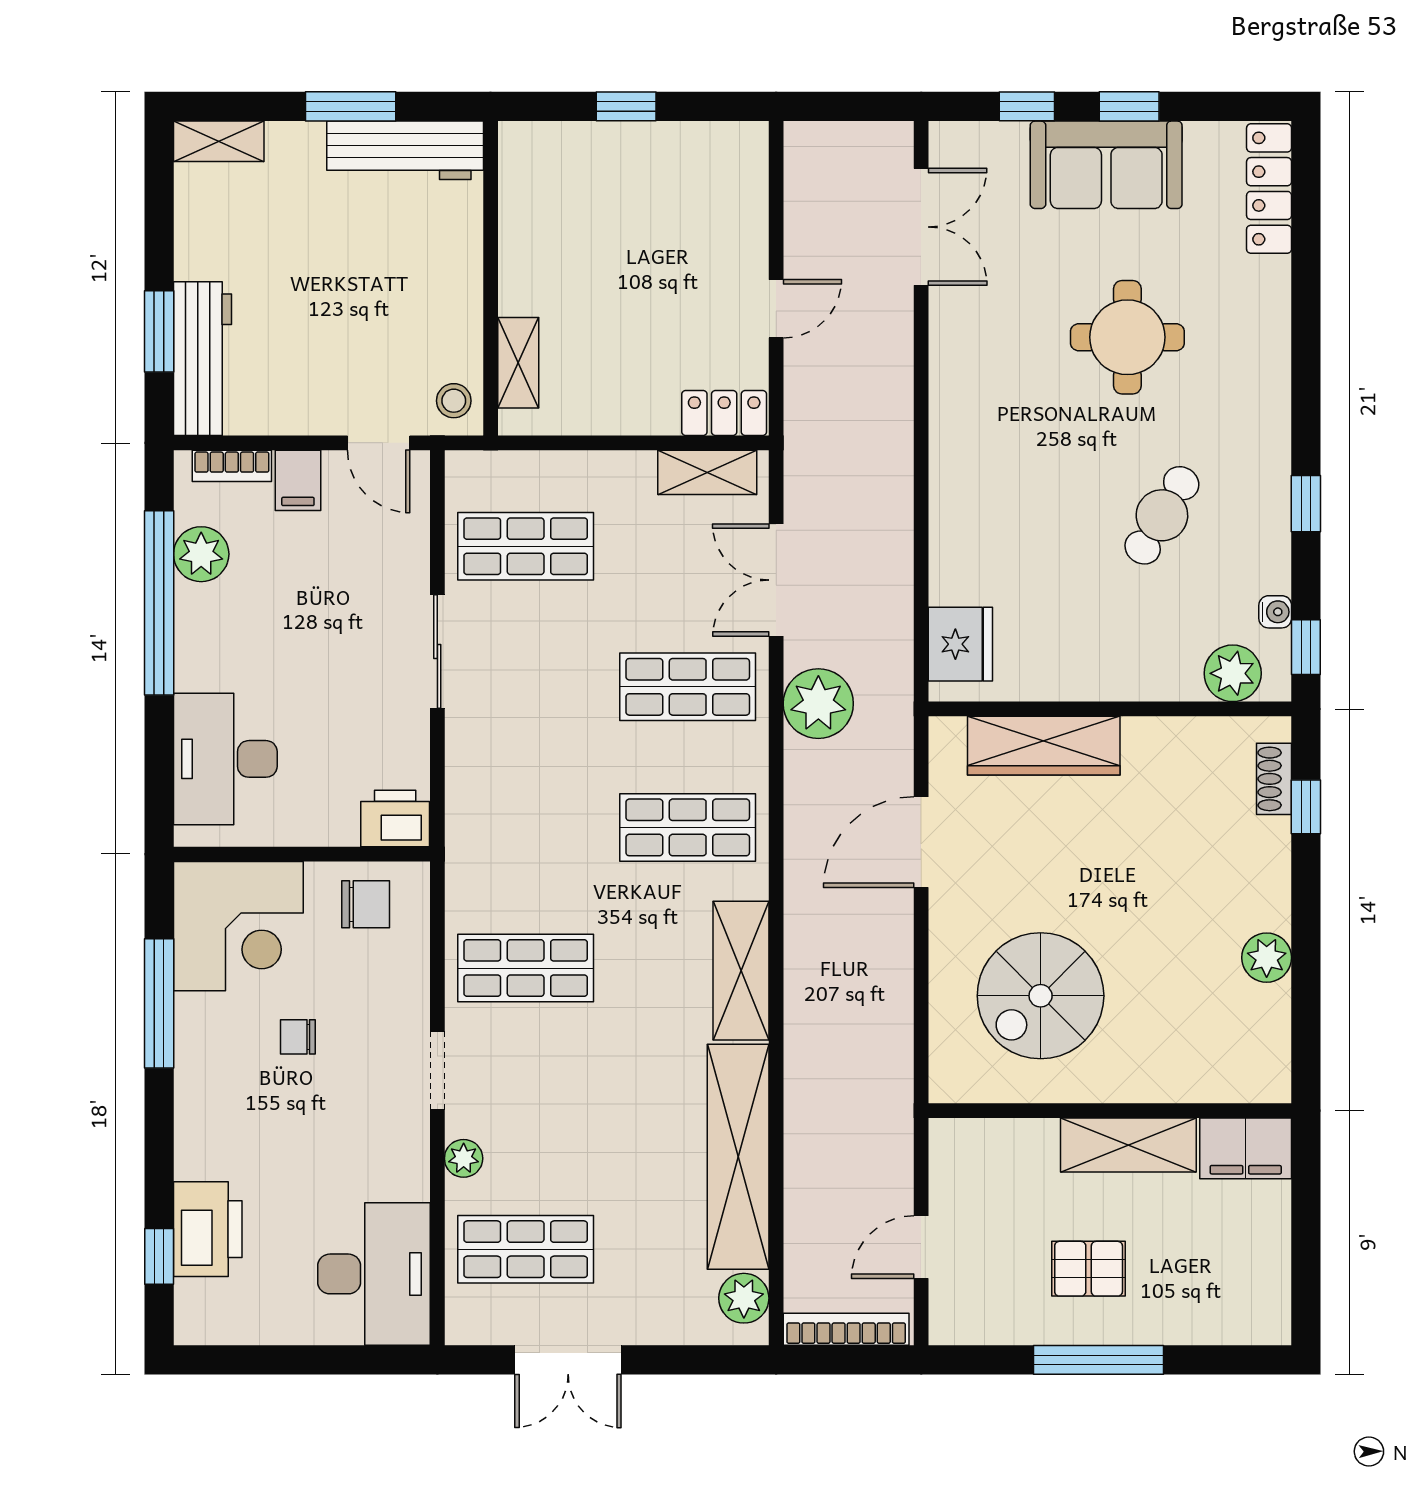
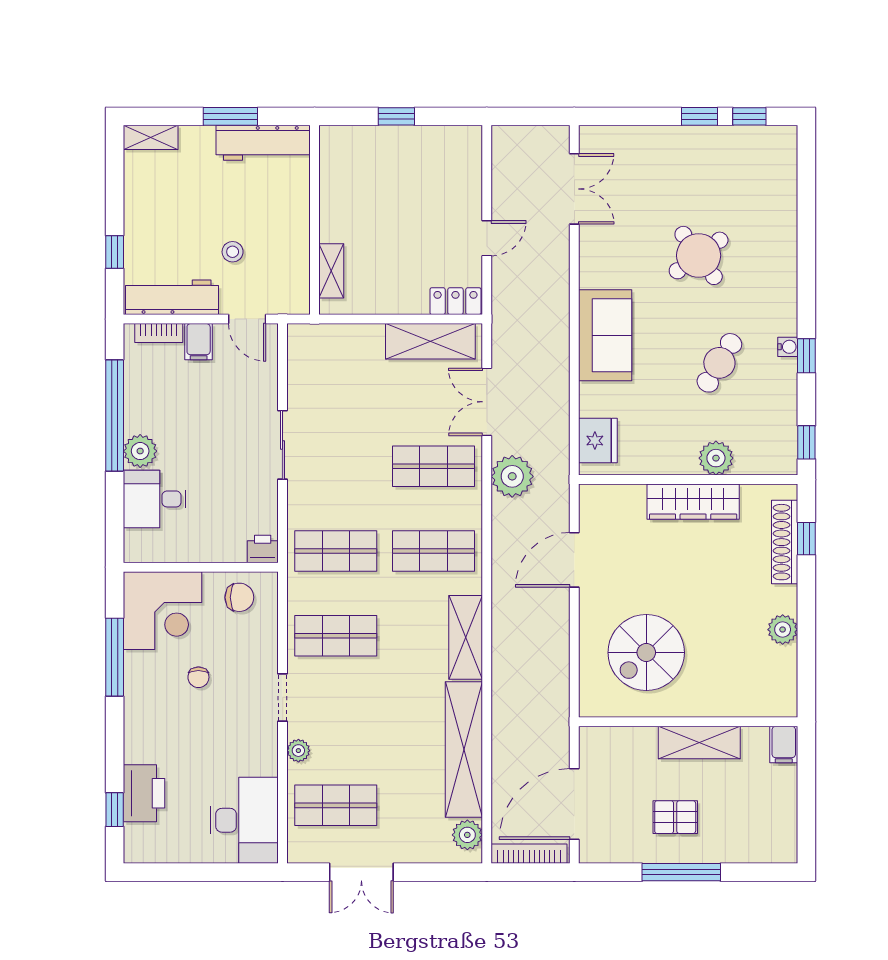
window: (1027, 106) -> (749, 116), moved
sofa: (1106, 165) -> (605, 335), moved, turned -90
locker: (1269, 189) -> (784, 166), removed
window: (159, 331) -> (115, 252), width x0.67
round table: (1127, 337) -> (699, 255), turned -36
workbench: (202, 359) -> (172, 297), moved, turned -90
stool: (454, 401) -> (233, 252), moved
shelving: (707, 472) -> (430, 341), width x1.50, depth x1.33
shop shelf: (526, 546) -> (336, 551), moved
plant: (201, 554) -> (140, 451), moved
water cooler: (1275, 612) -> (788, 347), moved
plant: (1233, 673) -> (716, 458), moved
wardrobe: (1044, 746) -> (693, 502), moved
desk: (225, 759) -> (155, 499), width x0.73
shoe rack: (1274, 779) -> (785, 542), width x1.94, depth x1.24
printer: (395, 819) -> (263, 549), width x0.73, depth x0.81
chair: (298, 1037) -> (198, 677), turned -90
filing cabinet: (1246, 1148) -> (784, 745), width x0.50
door: (921, 1247) -> (574, 804), width x1.87

